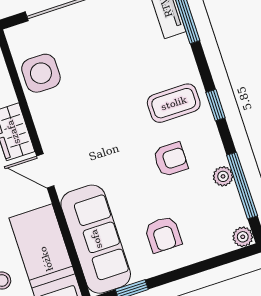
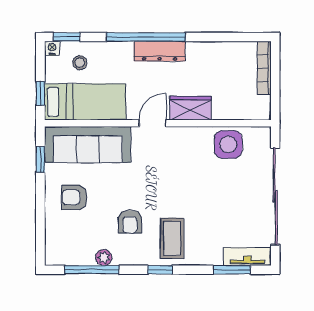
plant: (243, 237) -> (53, 257), removed

